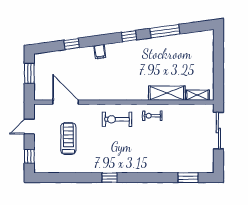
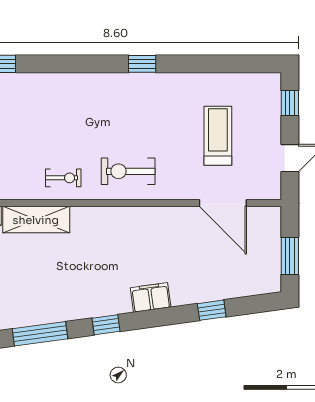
filing cabinet: (100, 52) -> (151, 297), width x2.00
exercise bike: (117, 119) -> (128, 171), turned 180
treadmill: (68, 139) -> (218, 136), turned 180

